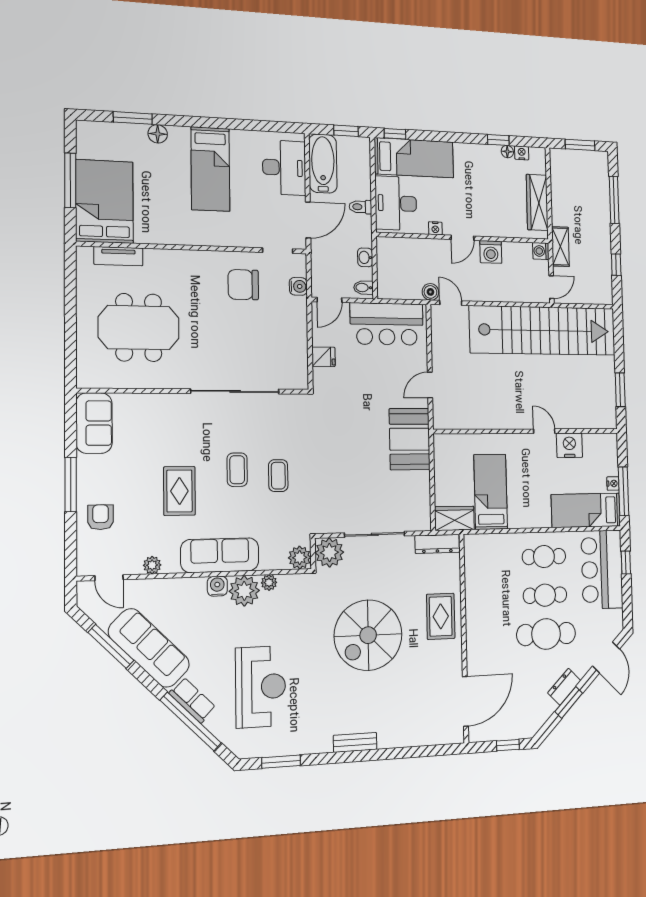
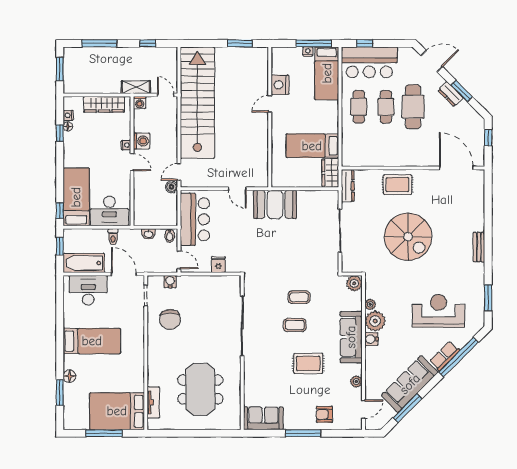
nightstand: (435, 228) -> (126, 145), moved
plant: (329, 553) -> (351, 263), removed

